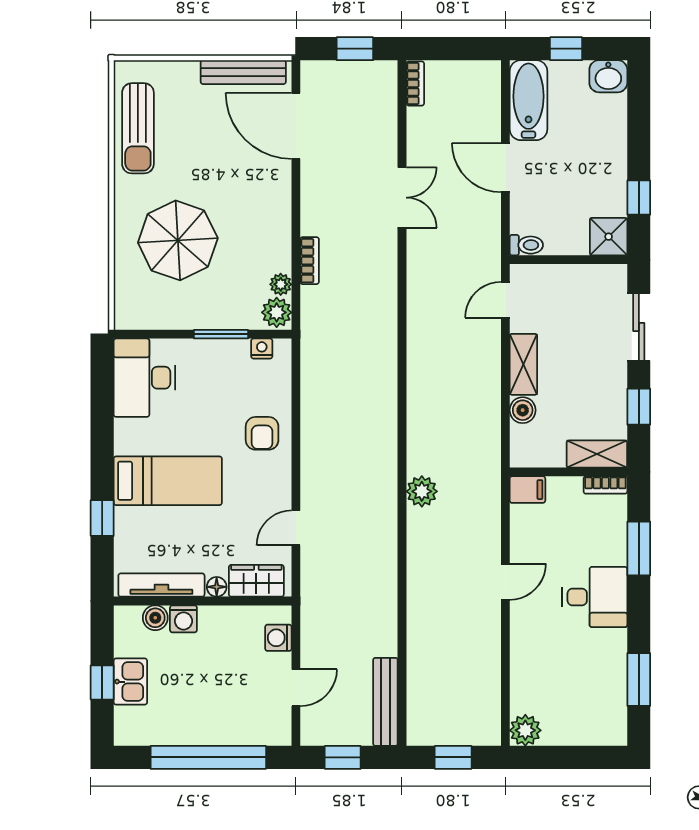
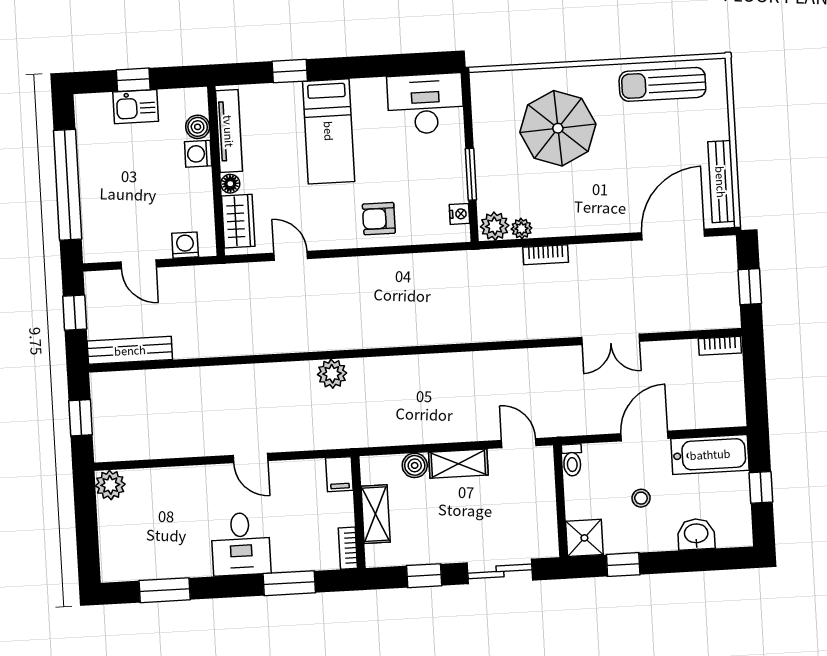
washbasin: (608, 76) -> (696, 534), moved, turned 90
stool: (570, 175) -> (641, 498), added
shelving: (597, 454) -> (376, 514), moved

